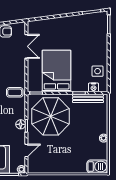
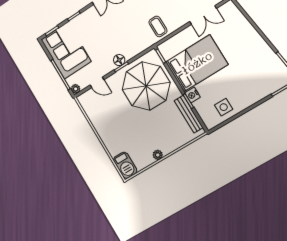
nightstand: (94, 87) -> (192, 95), moved
coffee table: (15, 92) -> (158, 26), moved

